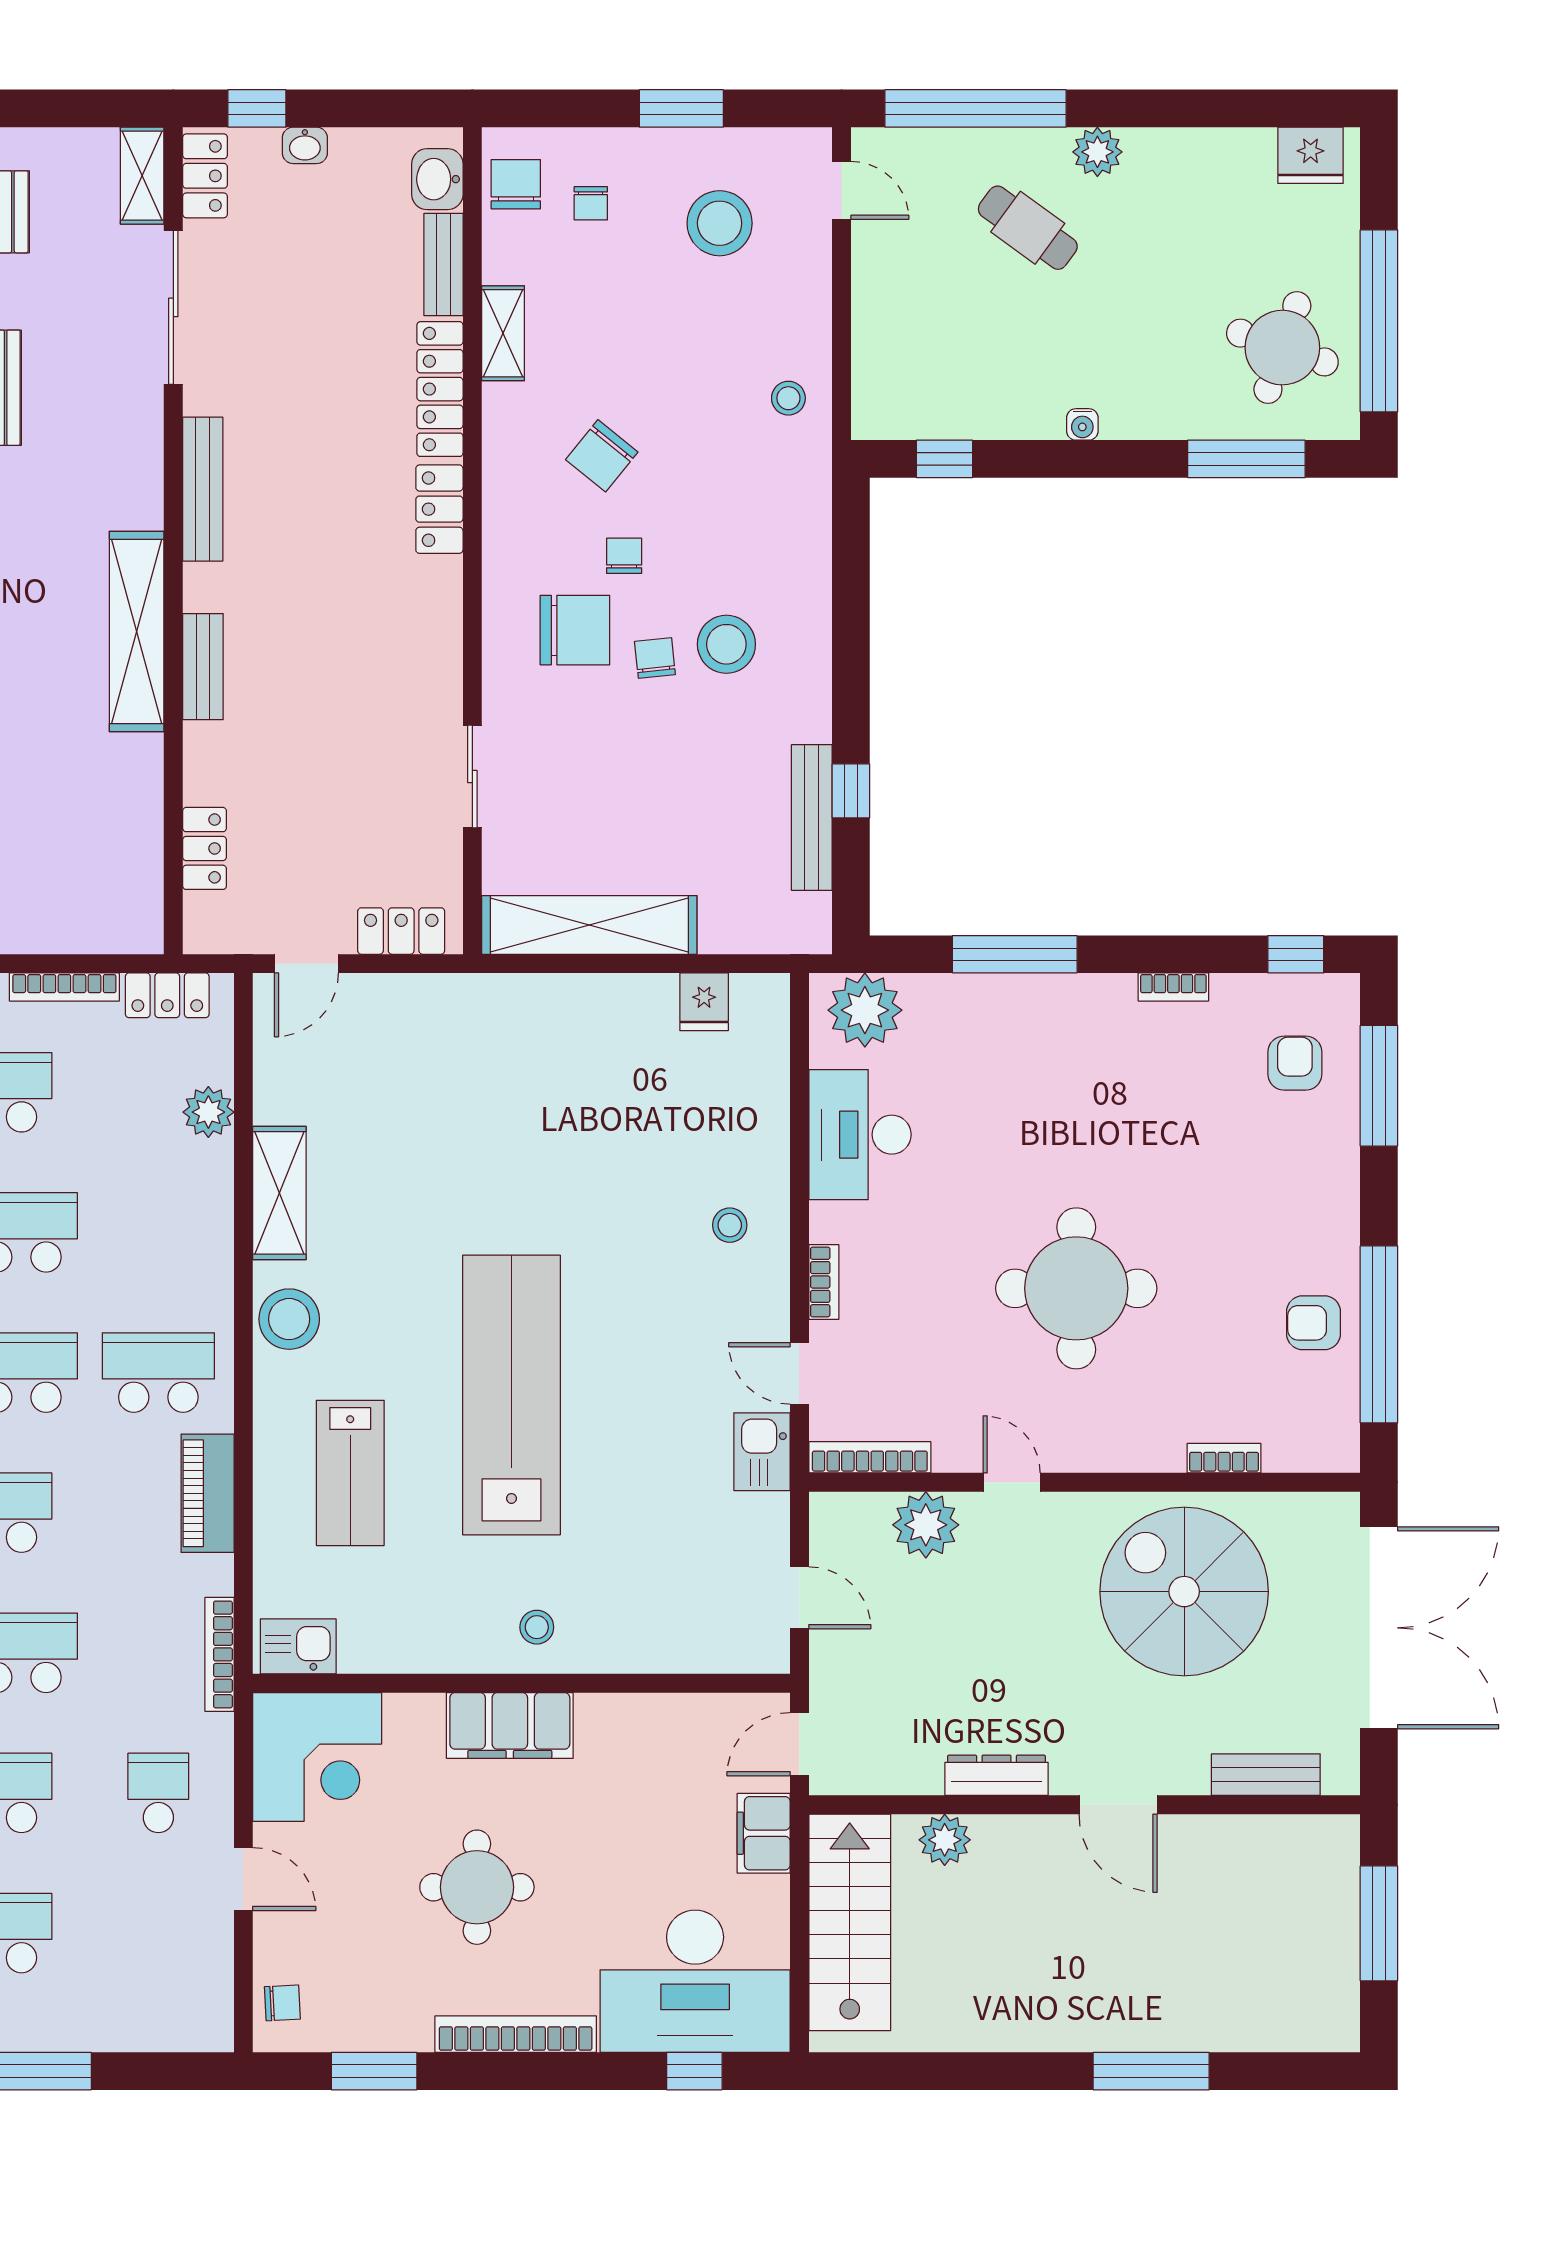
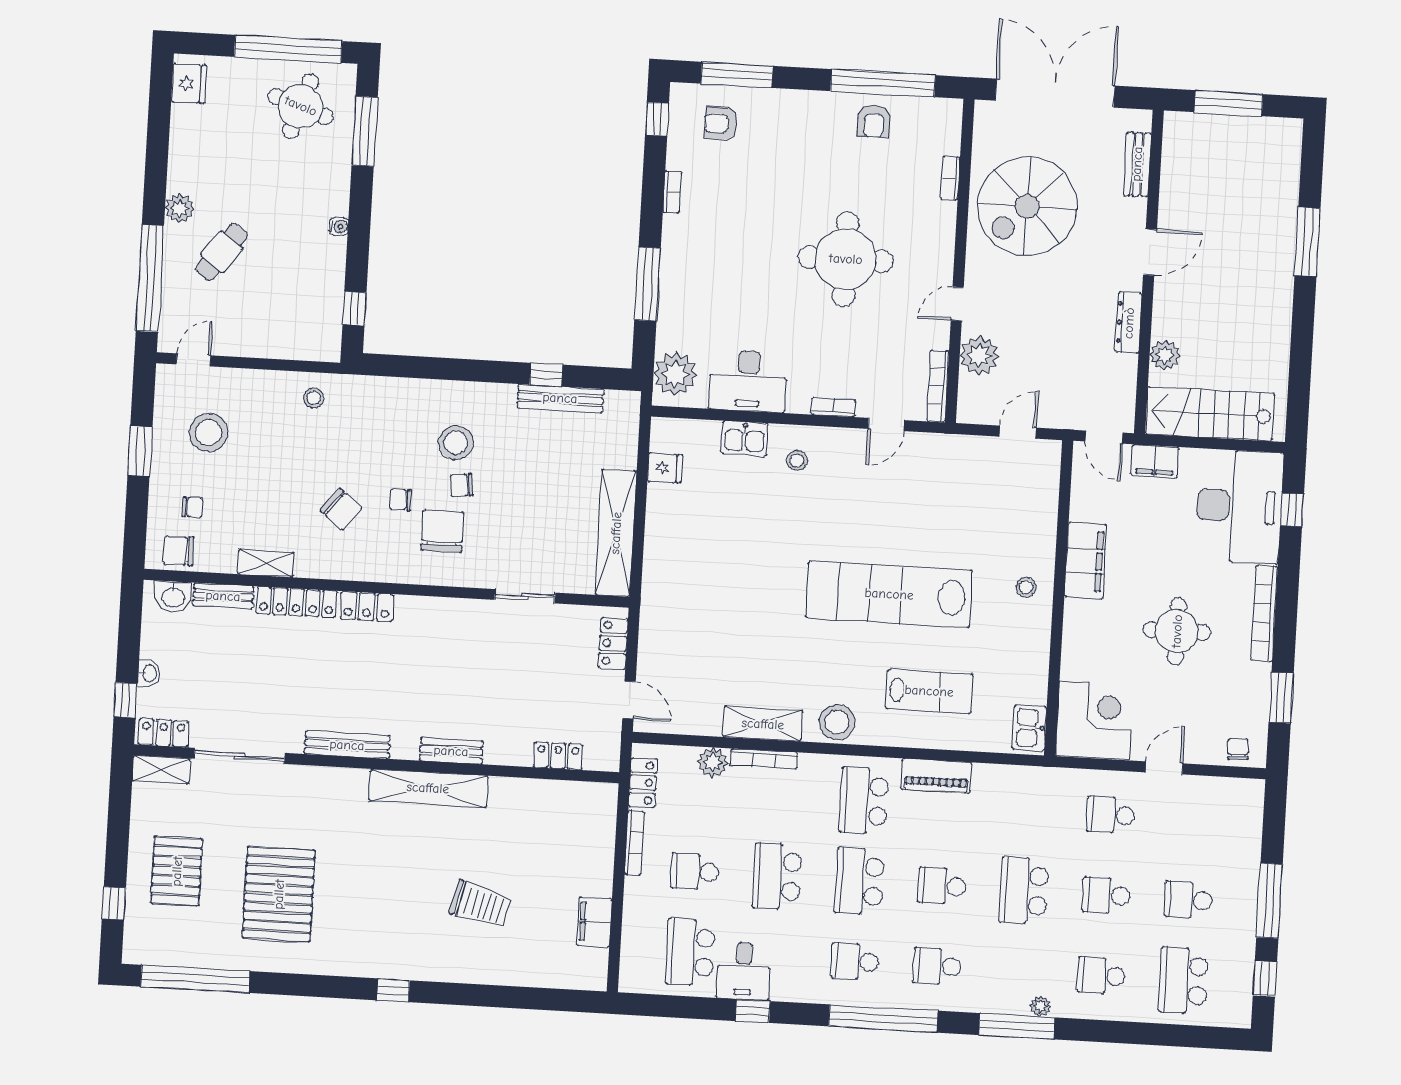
kitchen sink: (762, 1452) -> (745, 438), moved
bookcase: (219, 1654) -> (764, 759), moved
filing cabinet: (510, 1725) -> (1086, 561), moved

